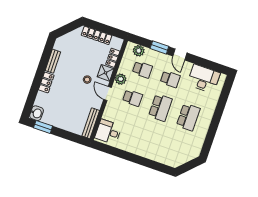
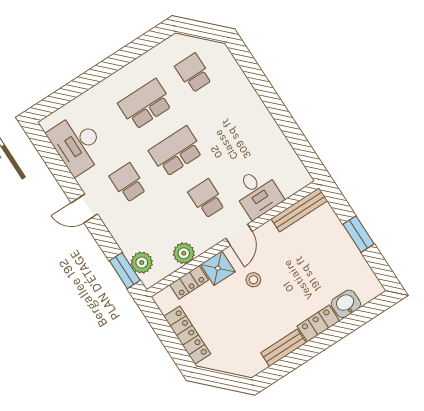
window: (159, 47) -> (125, 271), moved
door: (180, 54) -> (84, 208), swing flipped
school desk: (142, 70) -> (194, 73), moved
plant: (121, 79) -> (184, 253), moved
washbasin: (37, 113) -> (346, 304), moved
window: (43, 127) -> (358, 234), moved
desk: (108, 132) -> (257, 193), moved

